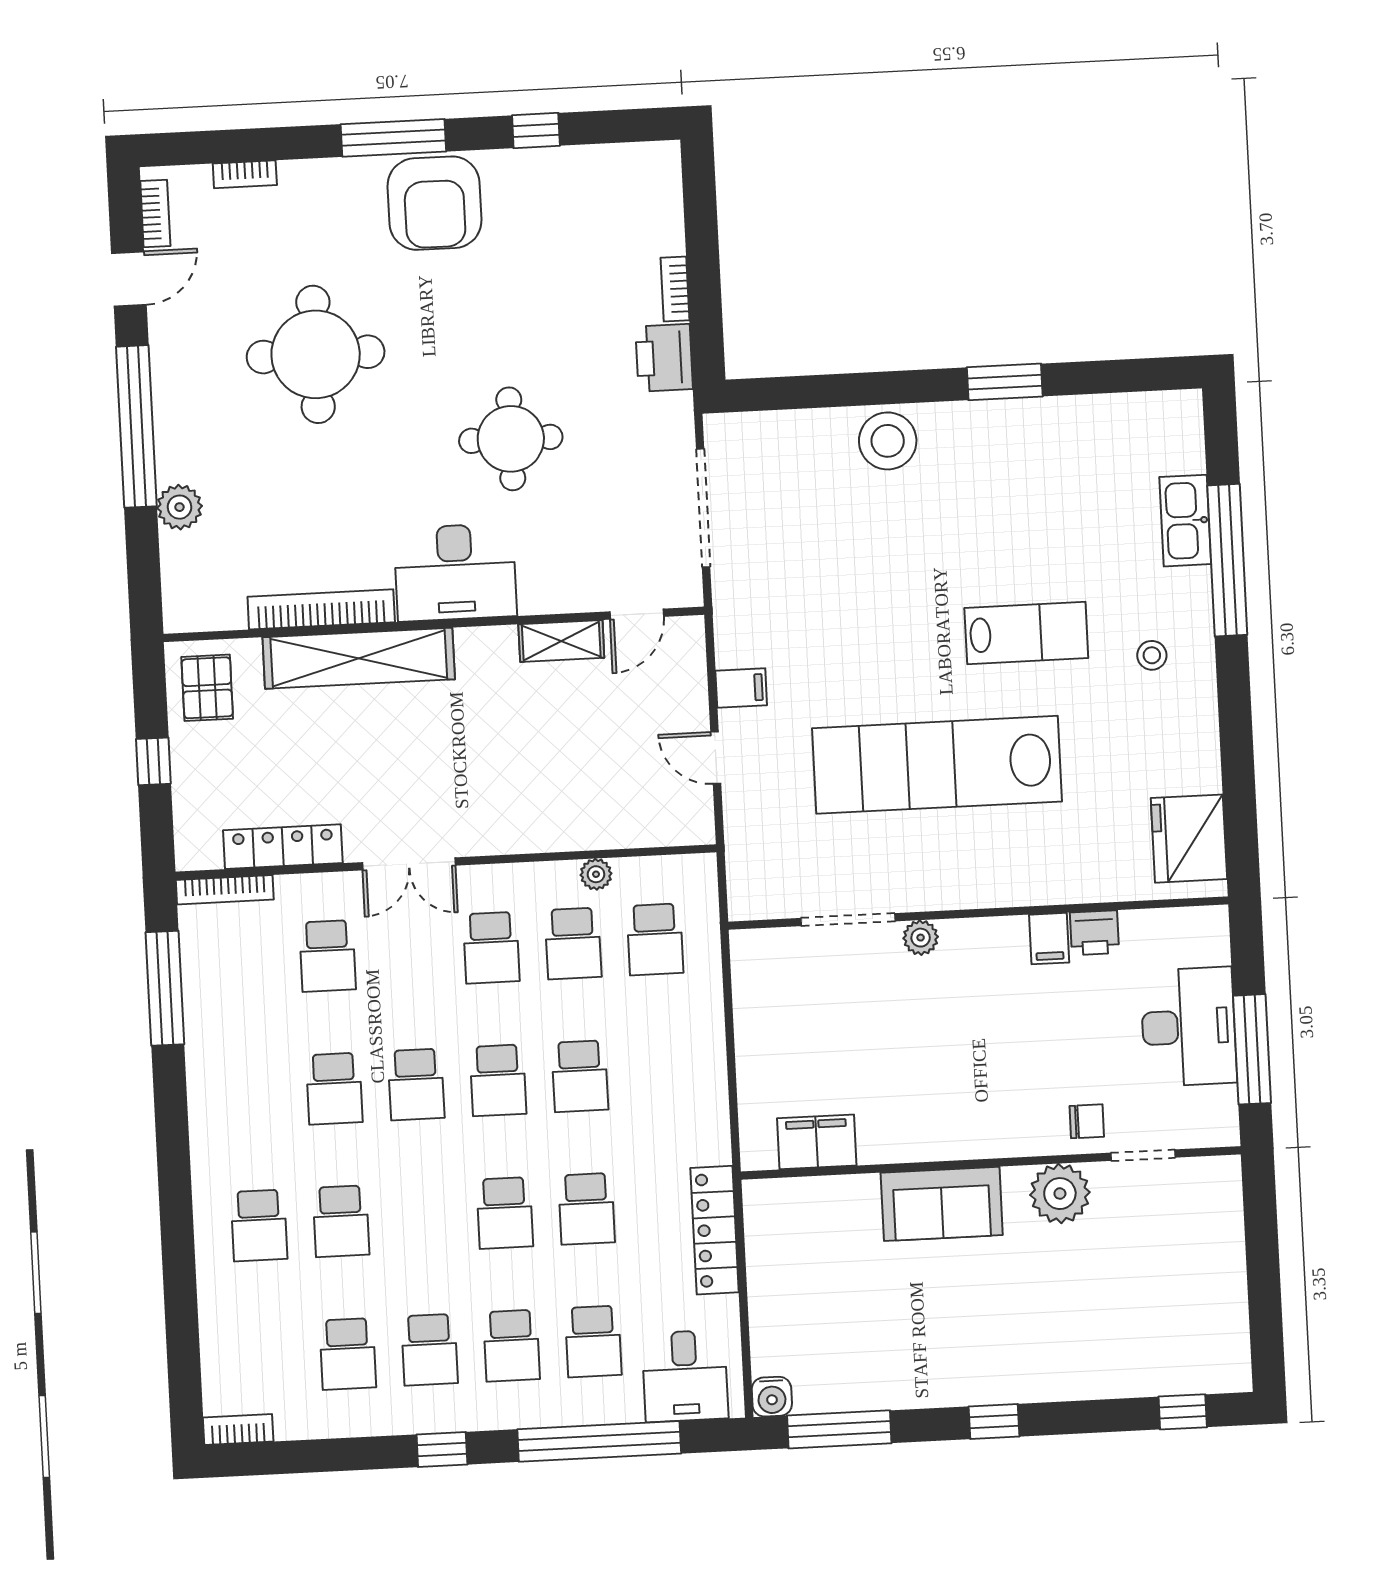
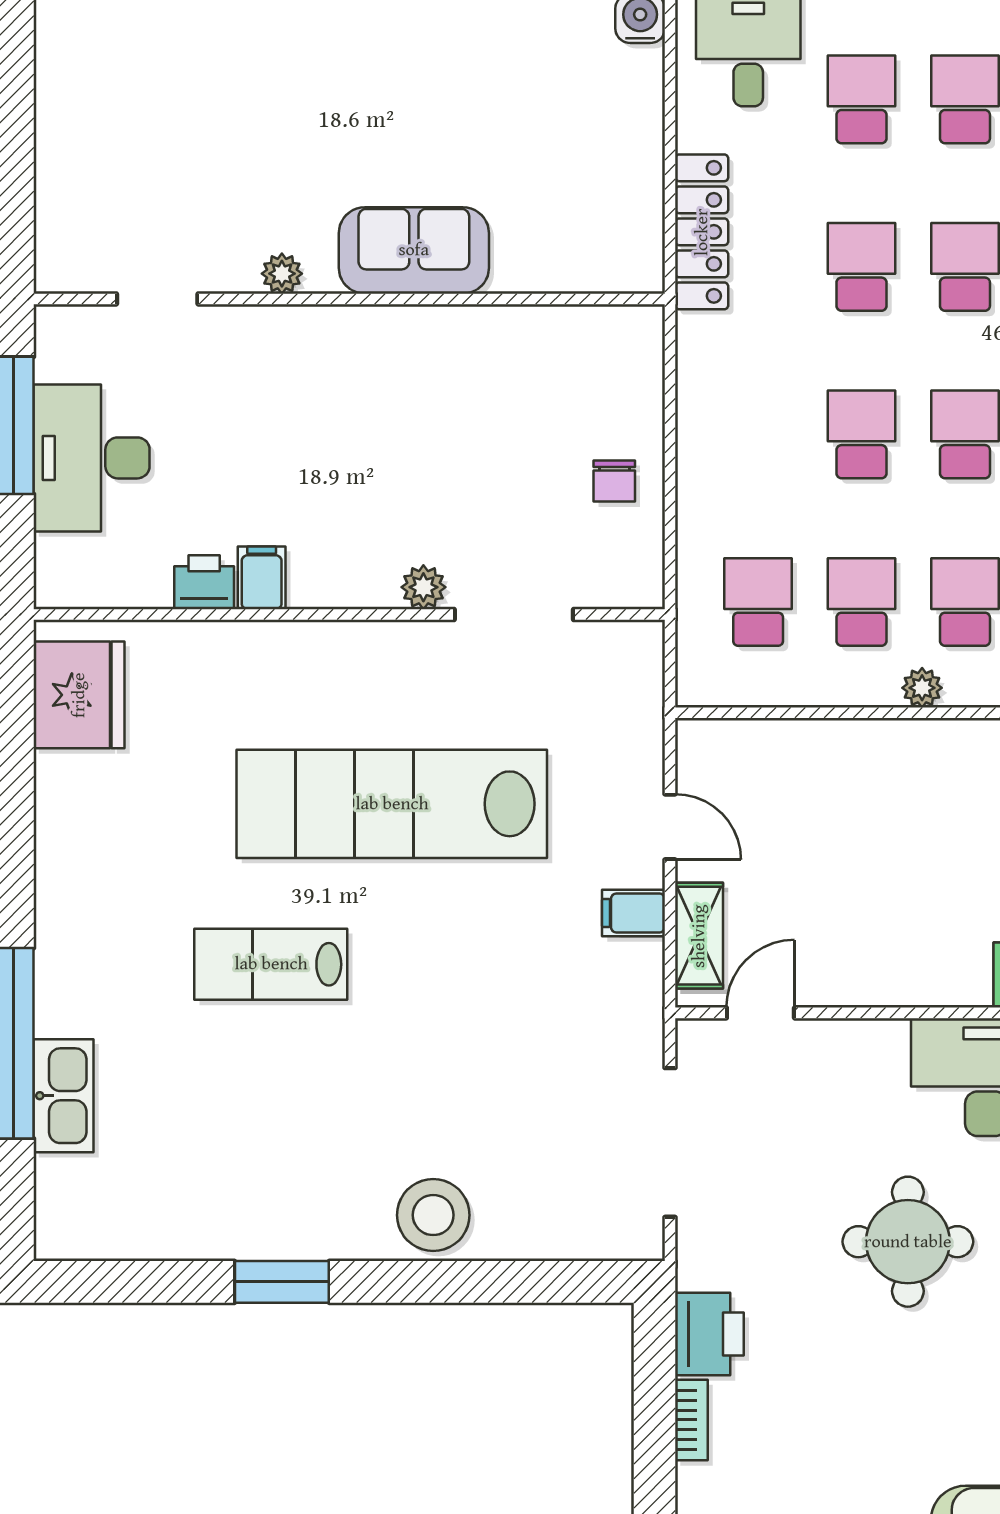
shelving: (561, 641) -> (699, 936), moved, turned 90
stool: (1152, 655) -> (114, 928), removed
lab bench: (937, 765) -> (392, 804), turned 180
plant: (596, 874) -> (922, 688), moved
chair: (1087, 1121) -> (614, 481), moved, turned -90
filing cabinet: (817, 1142) -> (567, 336), removed
plant: (1060, 1194) -> (282, 274), width x0.53, depth x0.53

